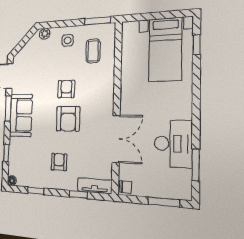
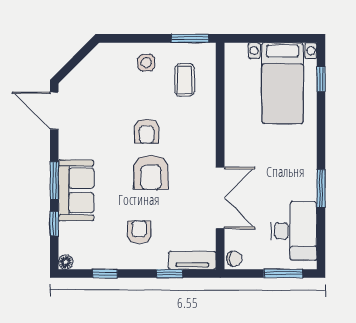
plant: (45, 34) -> (110, 51), removed
armchair: (66, 89) -> (147, 131), turned 180
window: (8, 109) -> (54, 181), moved
sofa: (21, 115) -> (76, 190), moved
desk: (173, 144) -> (294, 231), moved
window: (196, 165) -> (321, 188), moved

